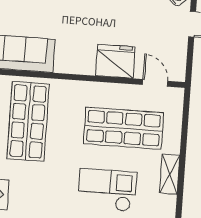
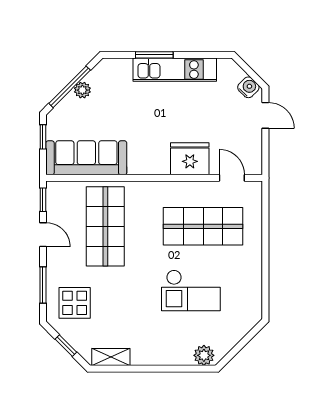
shelving: (170, 174) -> (253, 270), removed
checkout: (107, 190) -> (191, 290), turned 180

